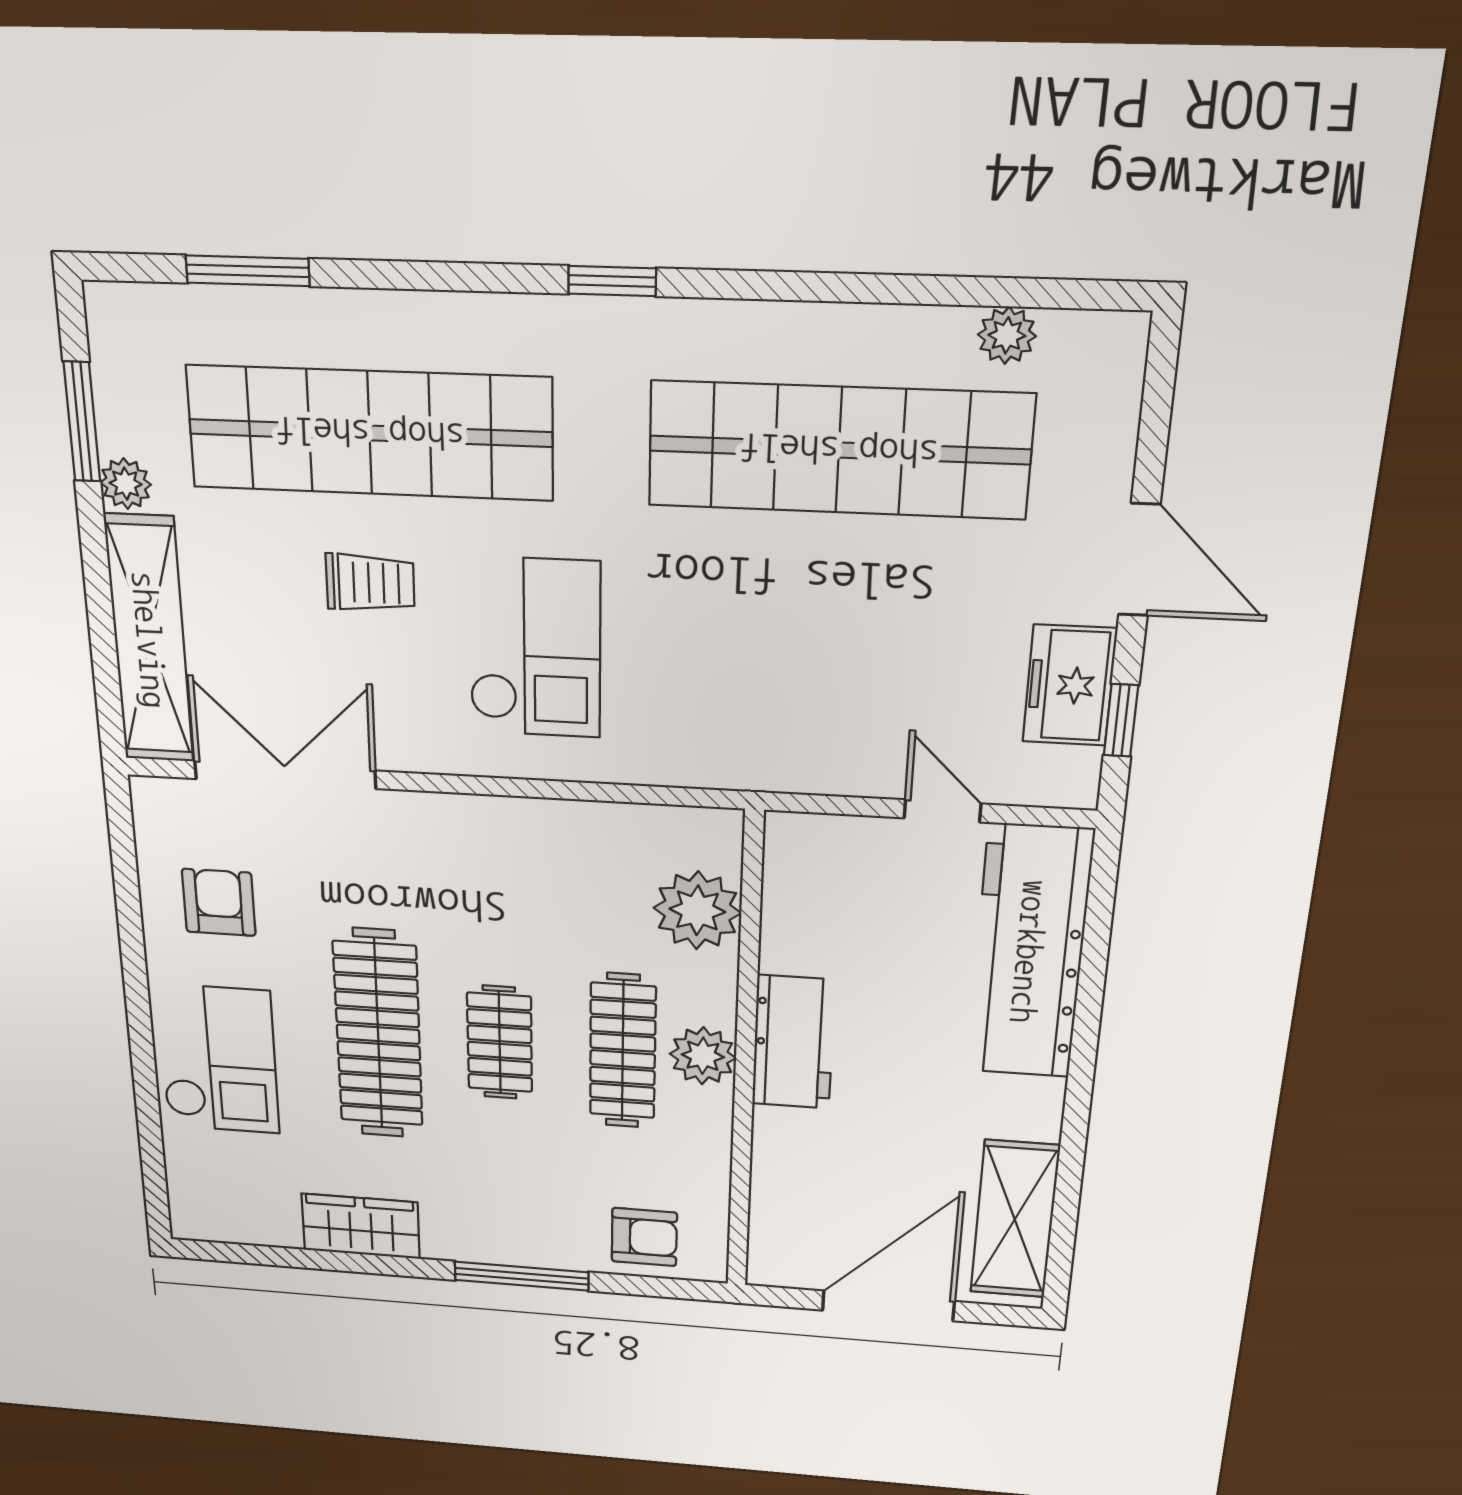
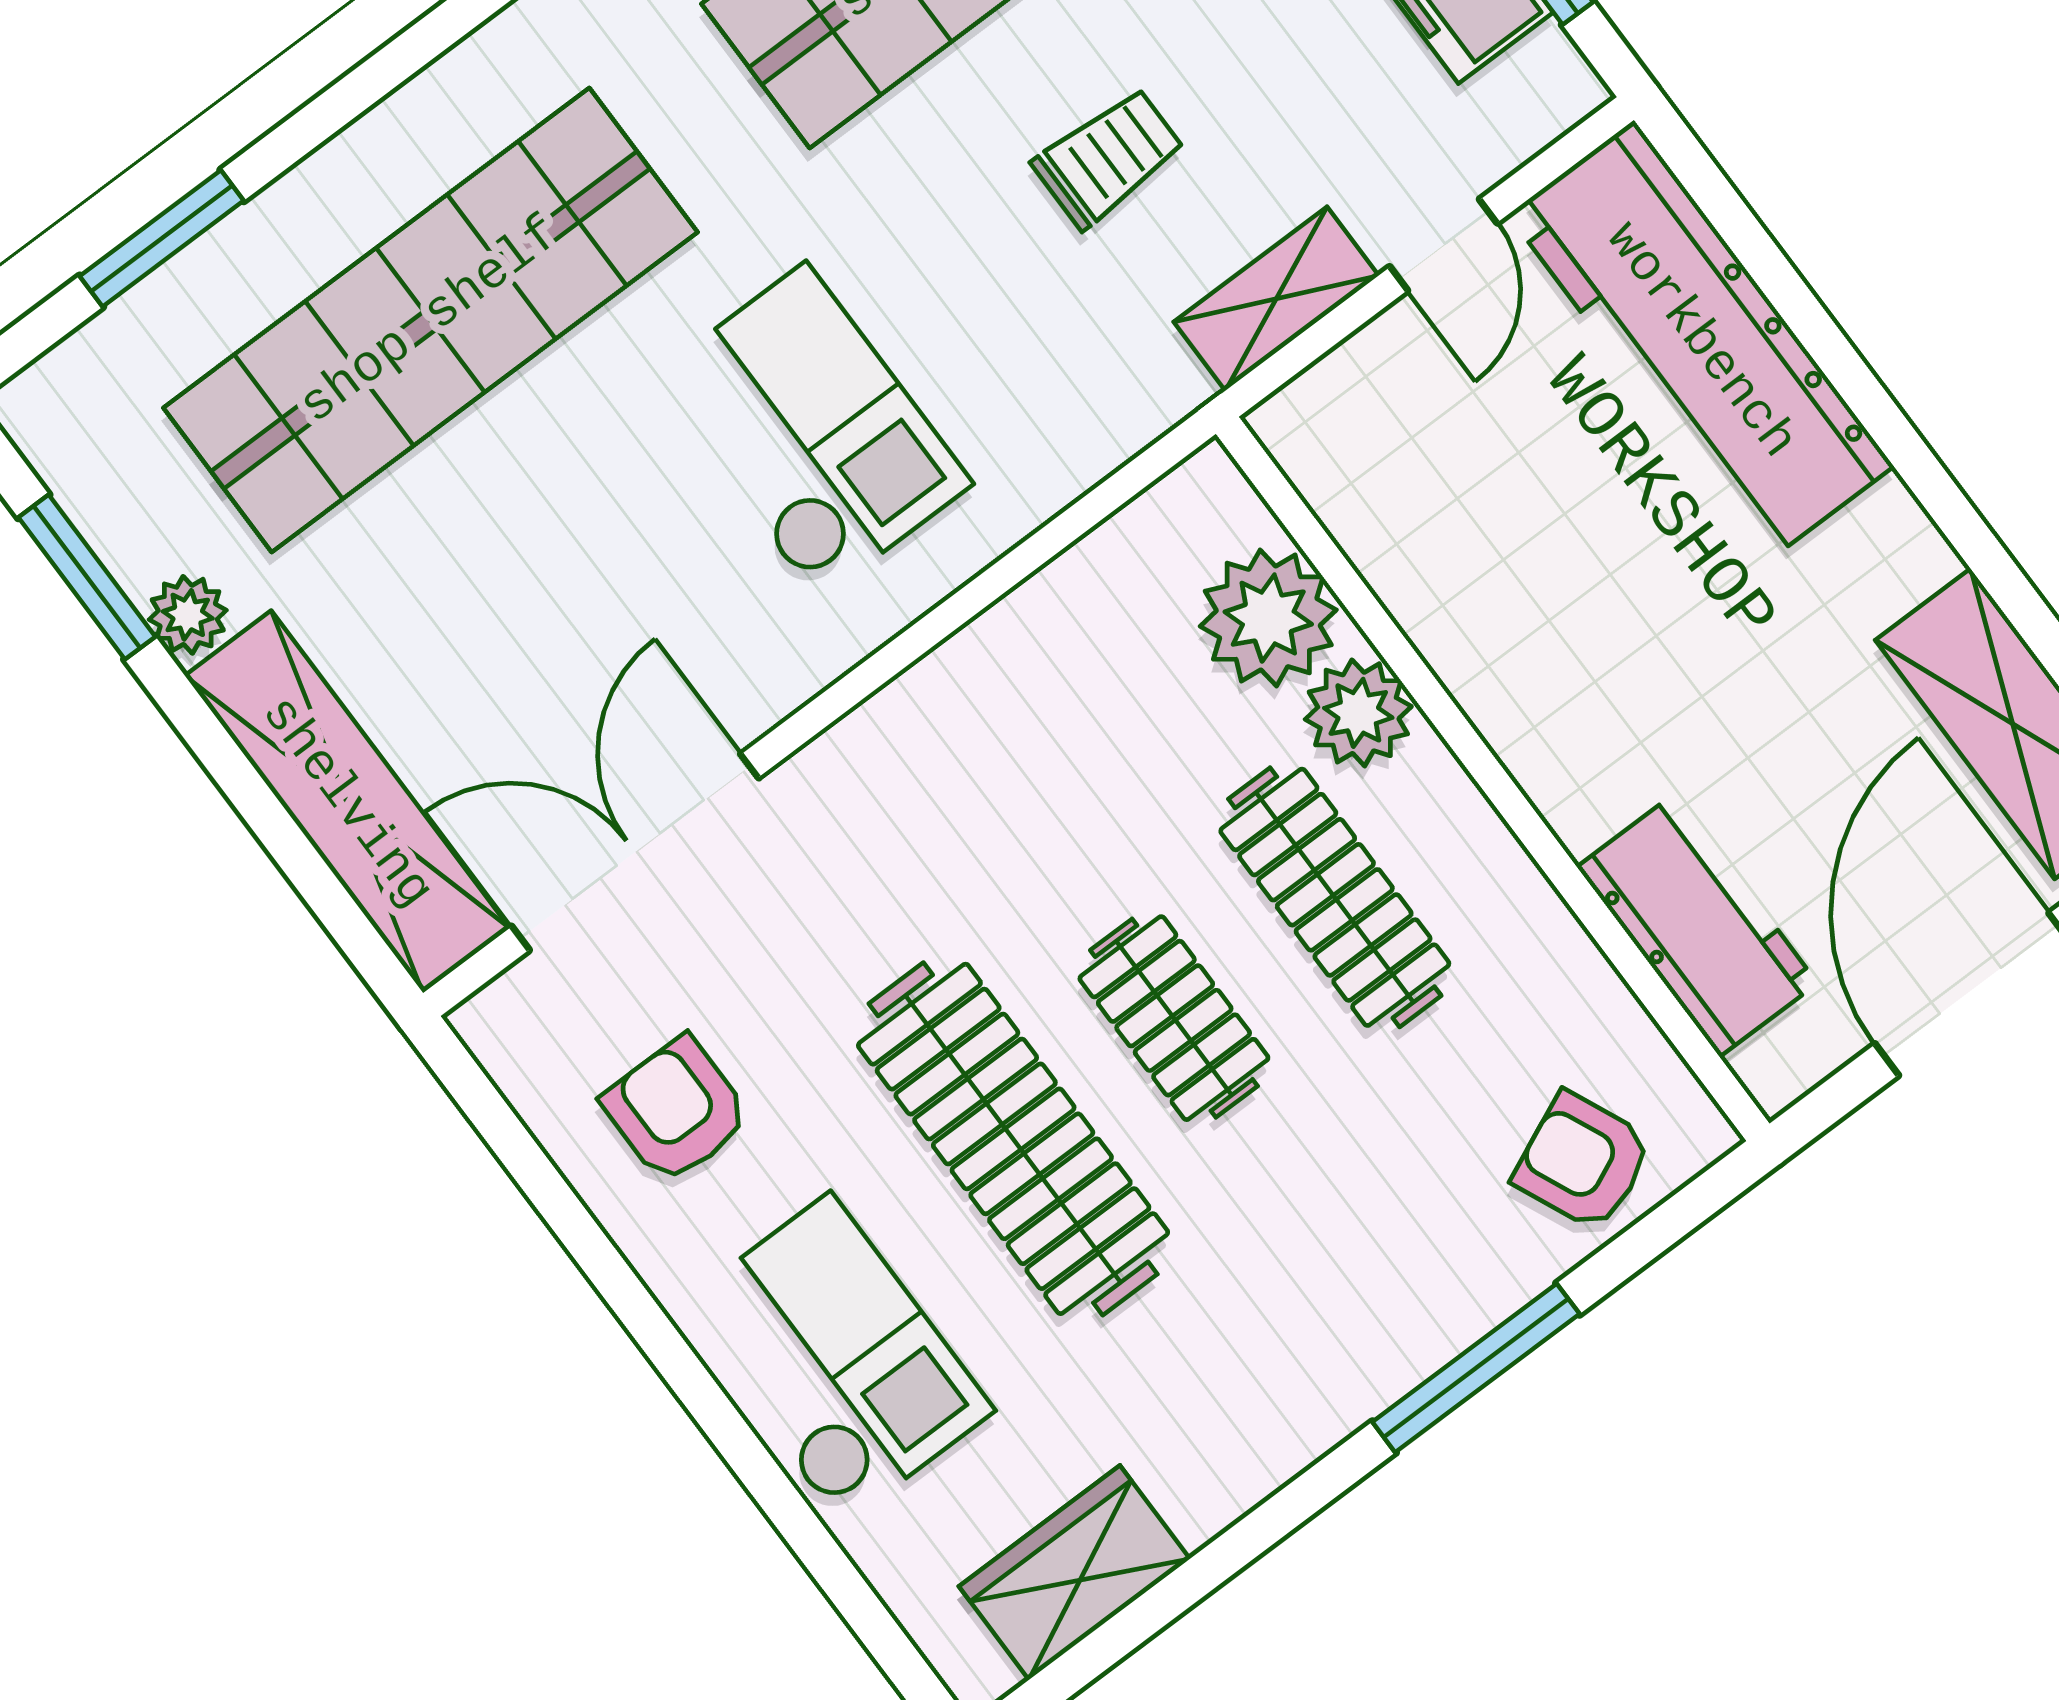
trolley: (370, 583) -> (1108, 158), moved
shelving: (833, 770) -> (1276, 299), added
door: (942, 811) -> (1444, 245), swing flipped
workbench: (793, 1042) -> (1697, 925), moved
plant: (703, 1056) -> (1358, 713), moved
wardrobe: (361, 1226) -> (1074, 1573), moved
armchair: (644, 1237) -> (1583, 1161), turned -114

